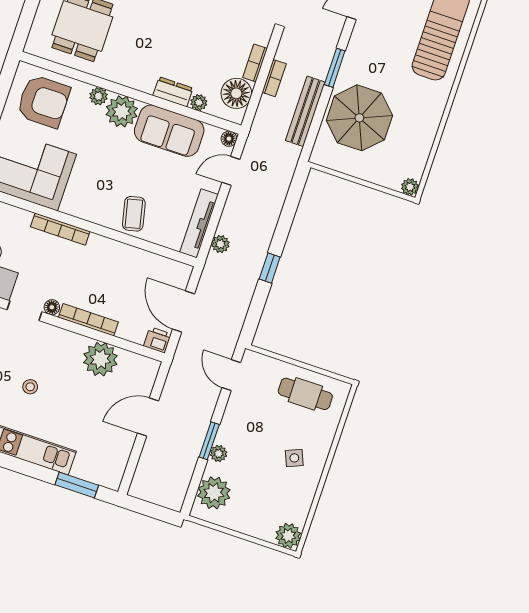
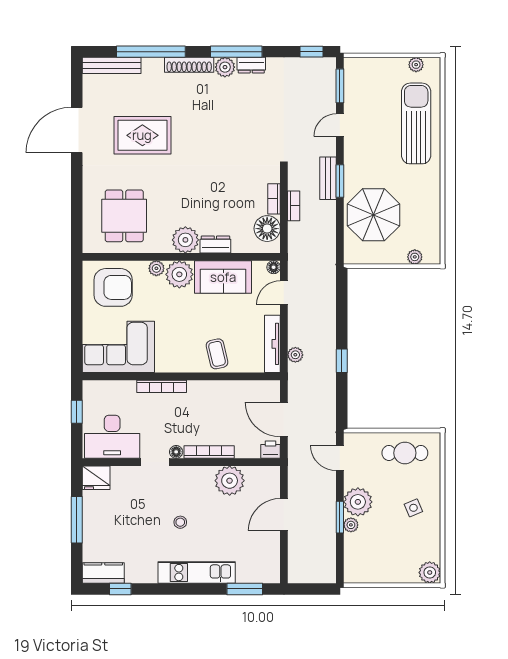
plant: (199, 102) -> (185, 240), moved, width x1.88, depth x1.88
bench: (305, 111) -> (328, 178), moved, width x0.73
plant: (410, 187) -> (415, 257), moved
plant: (214, 493) -> (358, 502), moved

